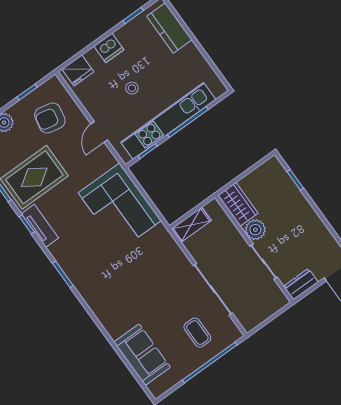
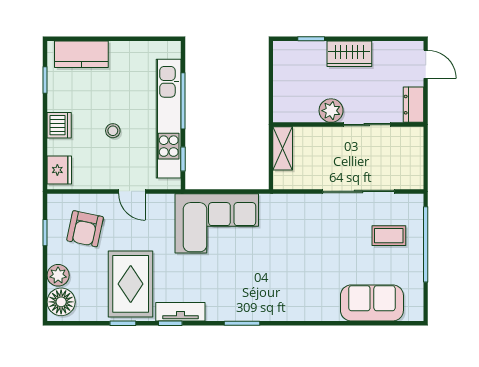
wardrobe: (238, 204) -> (349, 54), moved, turned 180
shelving: (191, 225) -> (283, 148), moved

